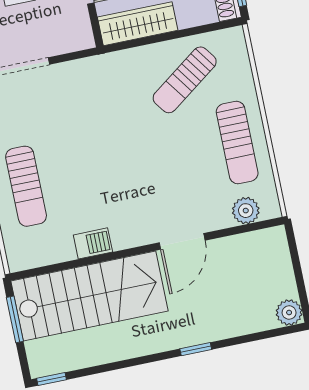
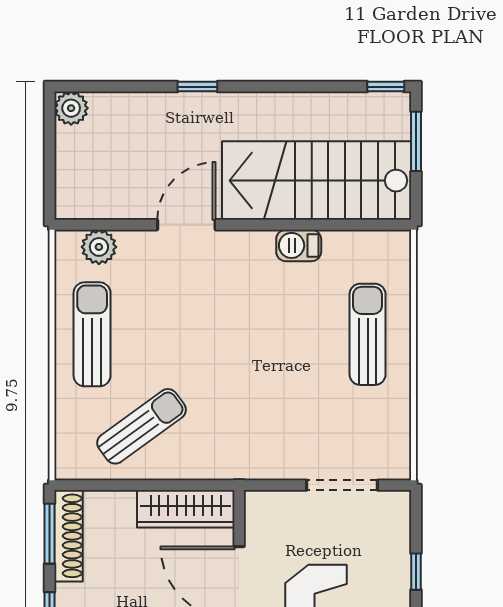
window: (15, 319) -> (416, 141), moved

